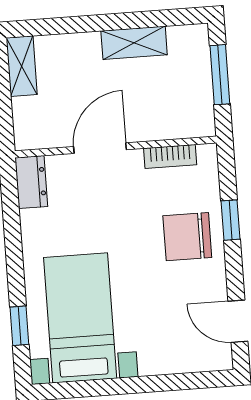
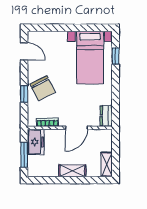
shelving: (134, 43) -> (72, 171), moved
freezer: (194, 107) -> (36, 142), added
chair: (187, 237) -> (43, 88), turned 63

